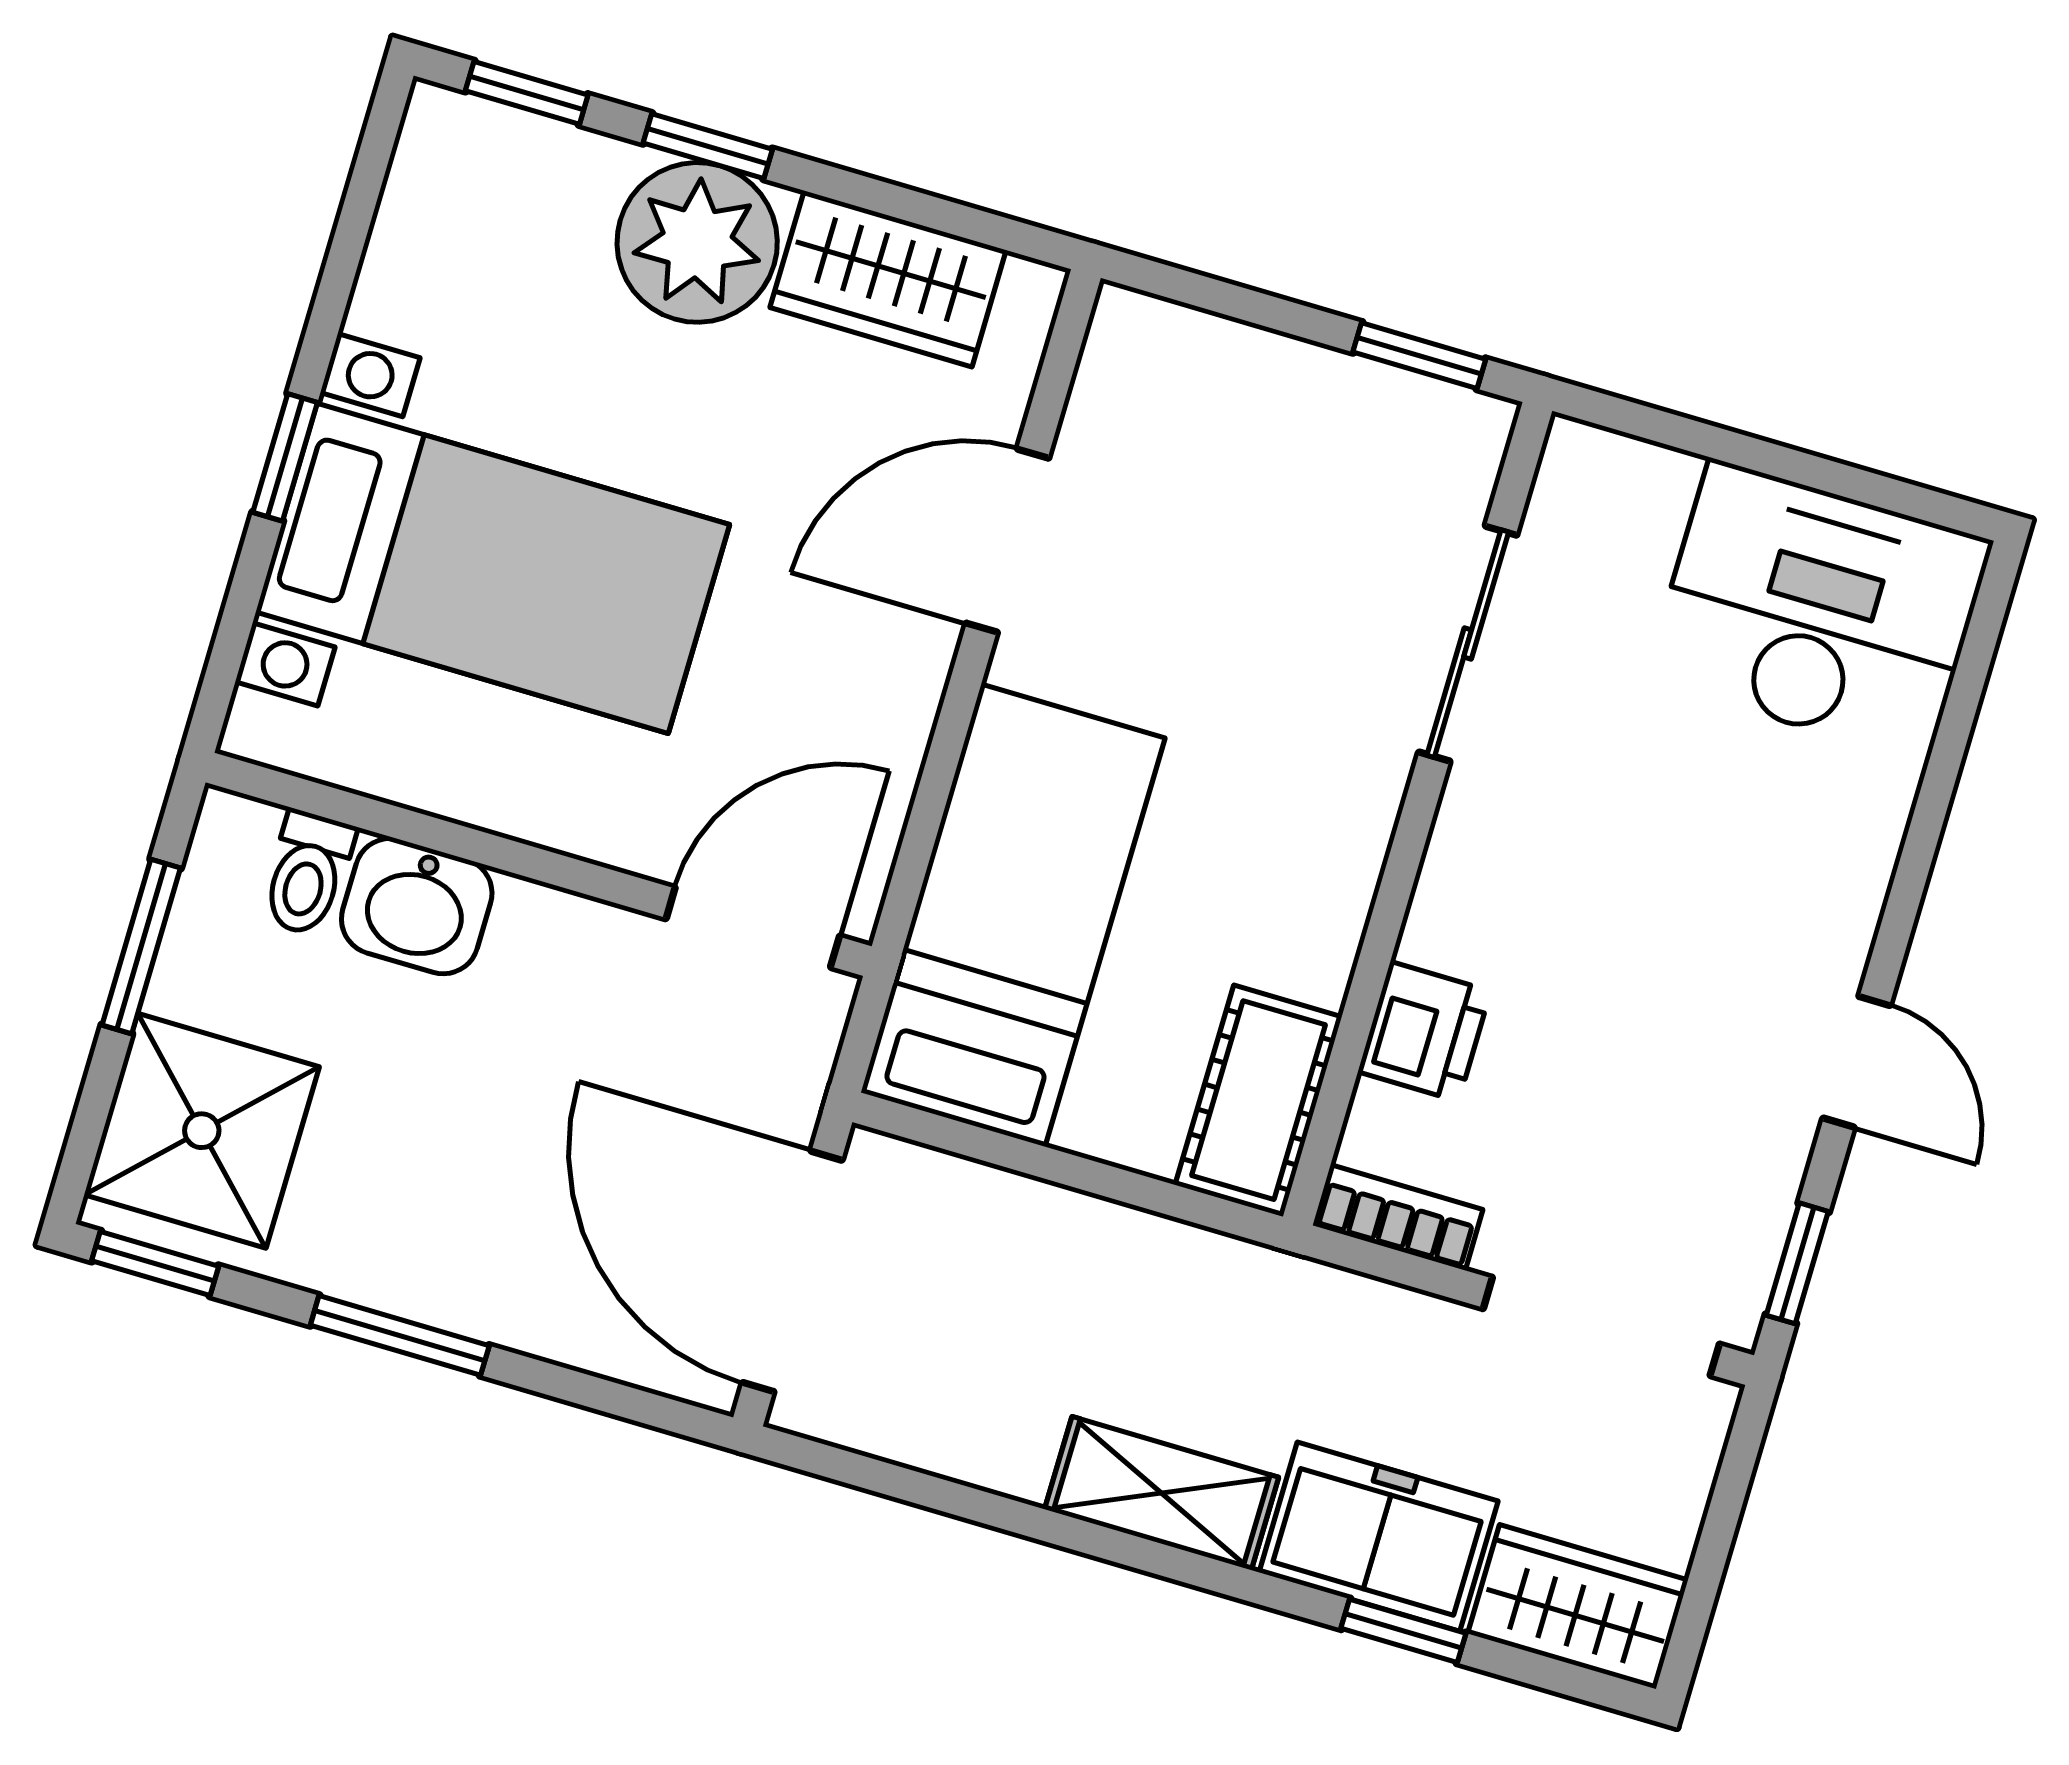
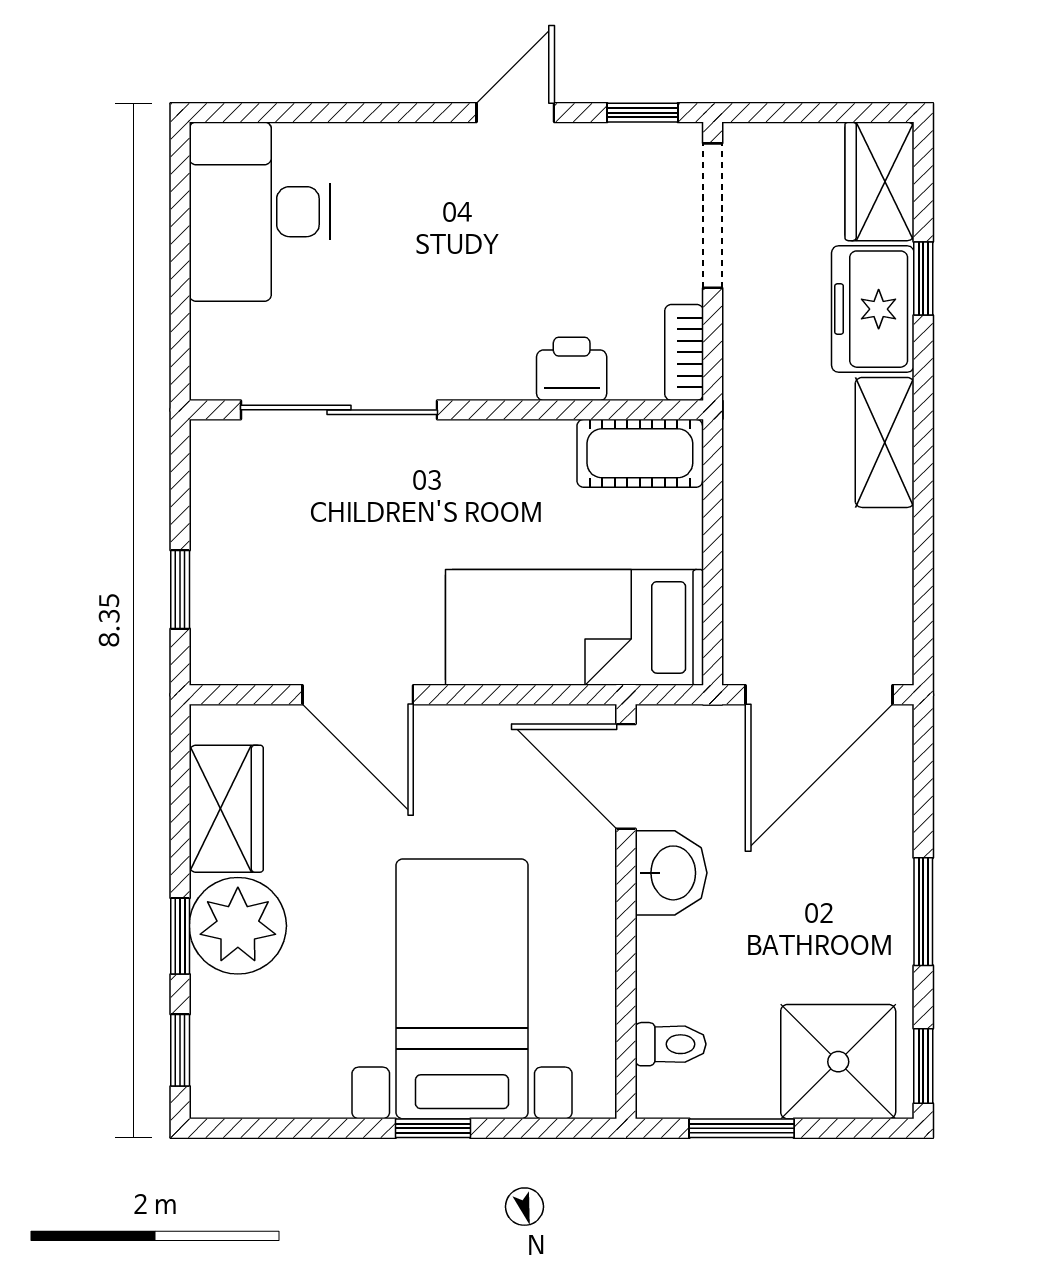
window: (1419, 356) -> (180, 589), moved
sliding door: (1468, 644) -> (339, 410), width x1.37
washbasin: (417, 906) -> (671, 873), moved

